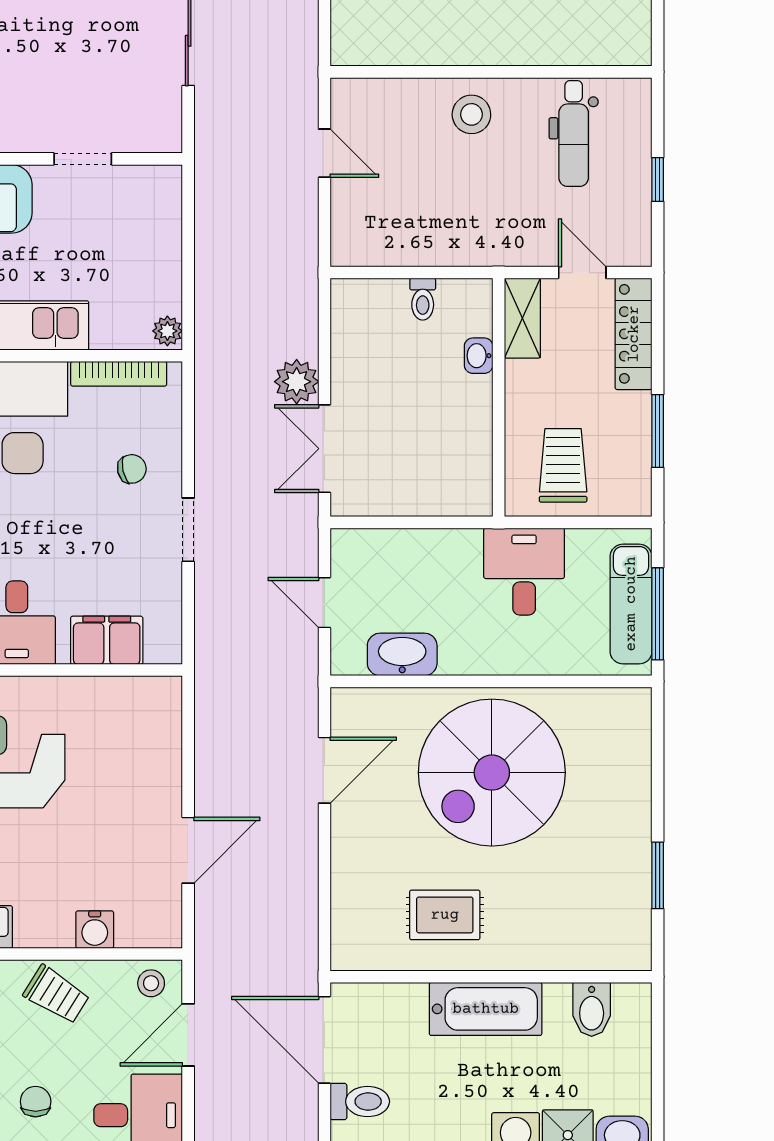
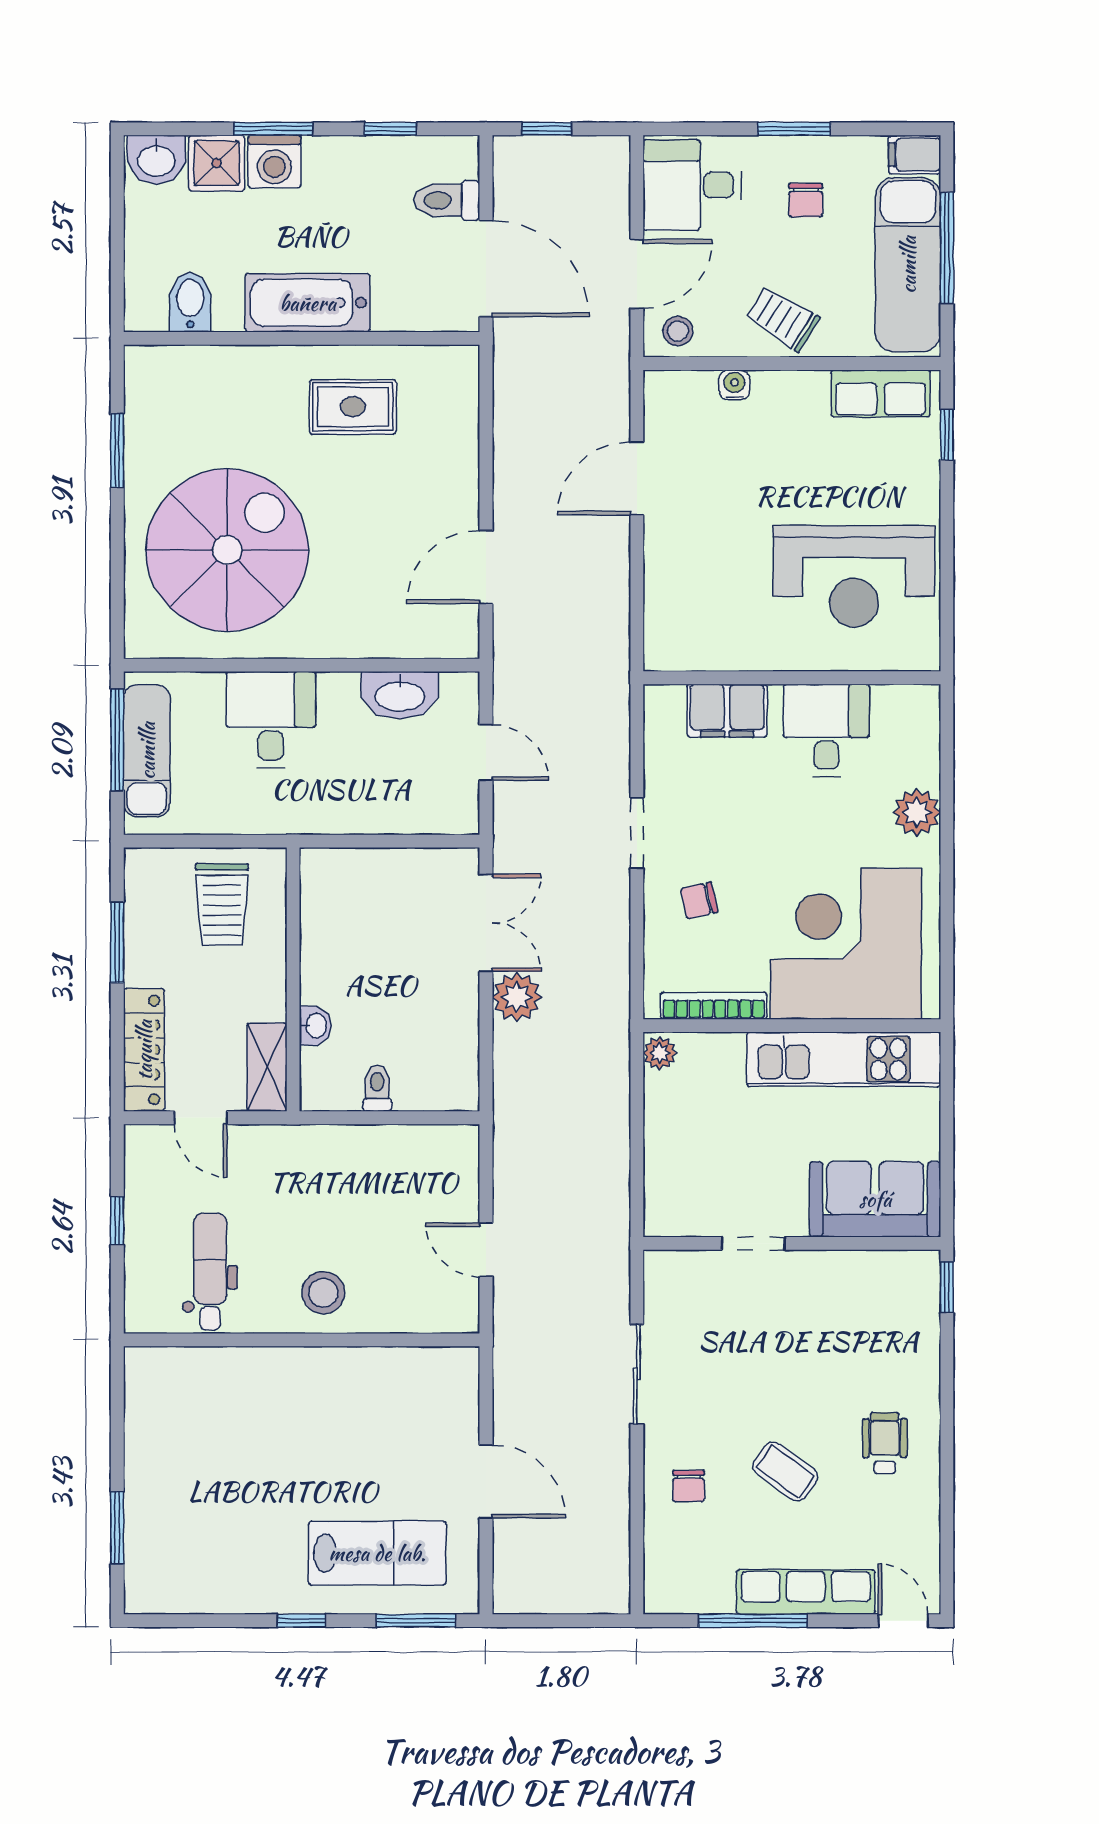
desk: (524, 572) -> (271, 720), moved, turned 180
spiral stairs: (492, 773) -> (227, 550), moved
water cooler: (95, 930) -> (734, 385), width x0.72, depth x0.72

